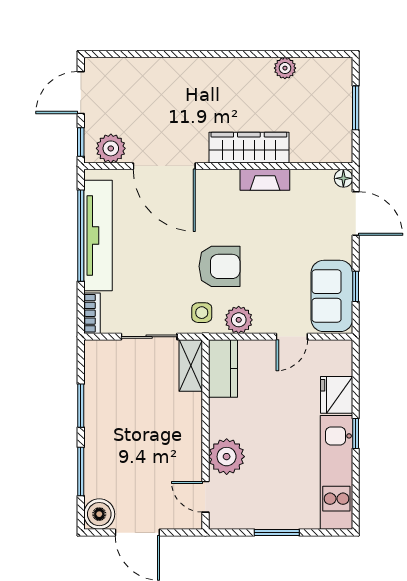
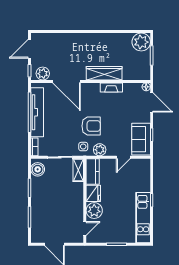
plant: (285, 68) -> (141, 42), moved, width x1.87, depth x1.87
fridge: (337, 395) -> (93, 193), moved, turned 180
door: (205, 497) -> (85, 228), swing flipped
boiler: (99, 514) -> (38, 169), moved

